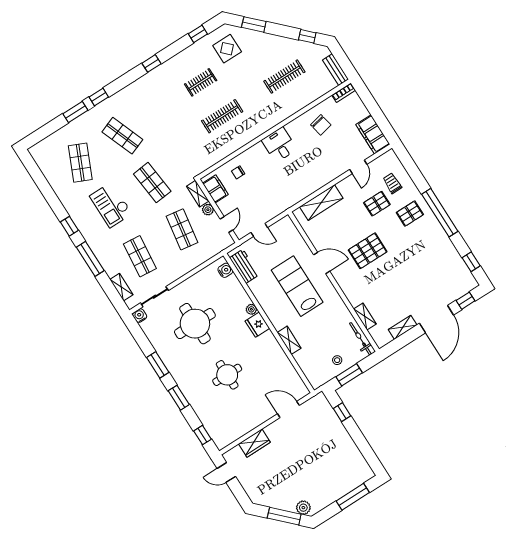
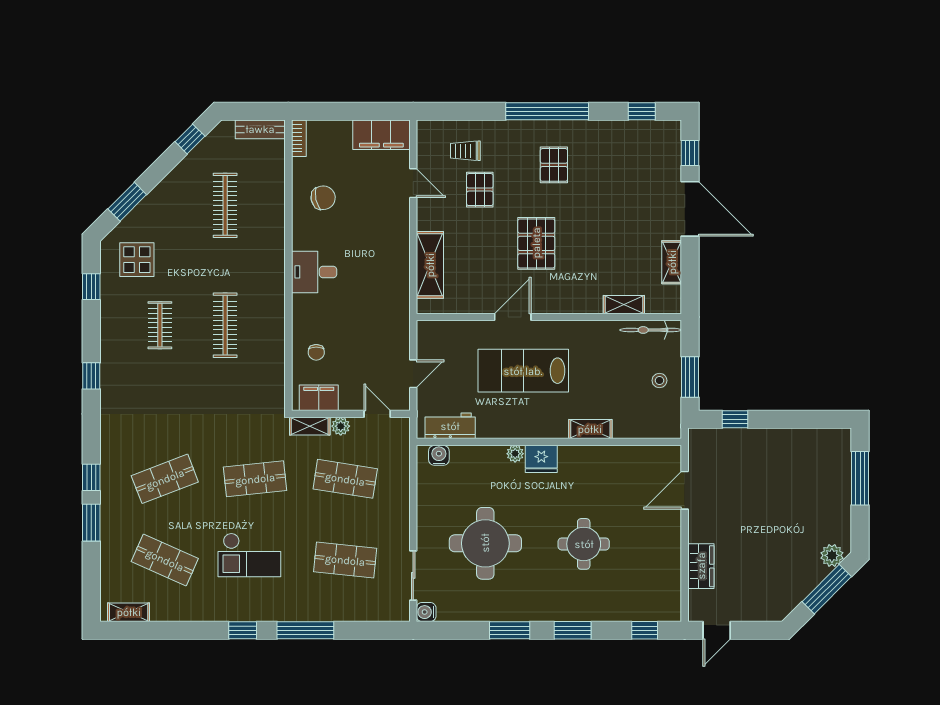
pallet: (410, 214) -> (554, 165), moved
shelving: (121, 287) -> (129, 612), moved

